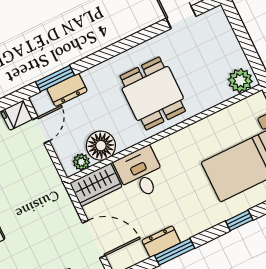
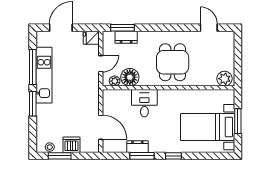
door: (41, 130) -> (101, 64), moved
wardrobe: (96, 185) -> (116, 98), removed
window: (239, 220) -> (173, 156), moved

